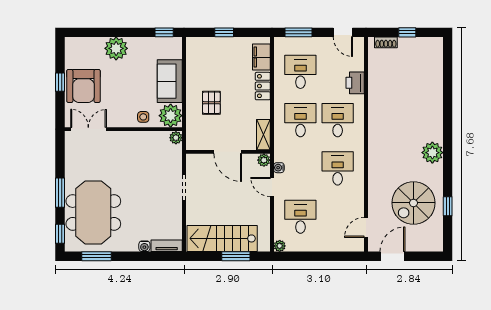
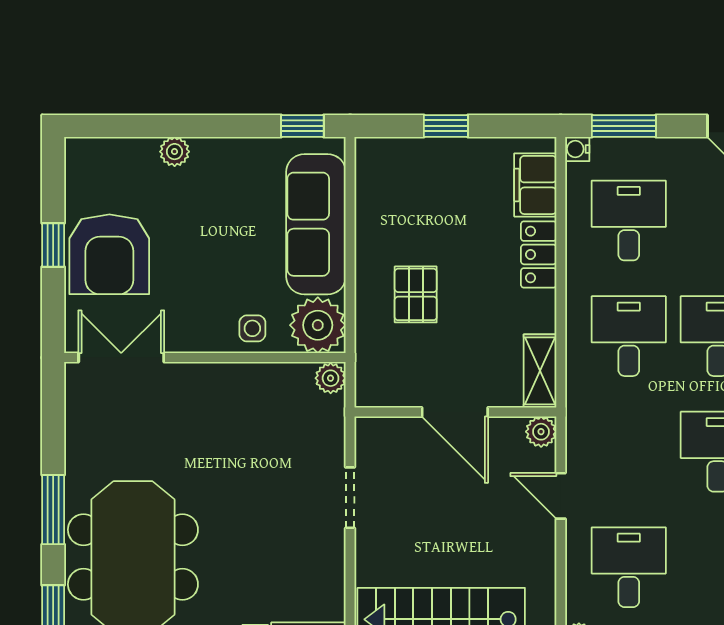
plant: (116, 48) -> (175, 152), width x0.53, depth x0.53
sofa: (170, 81) -> (316, 224), width x1.36
water cooler: (279, 168) -> (577, 149), moved

